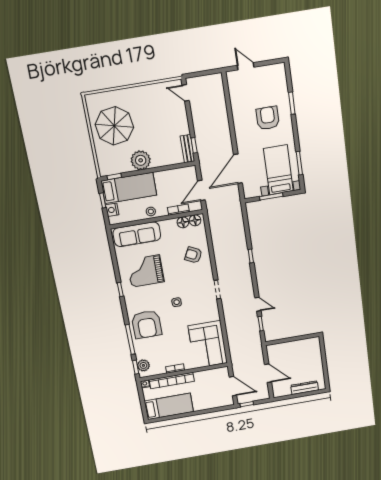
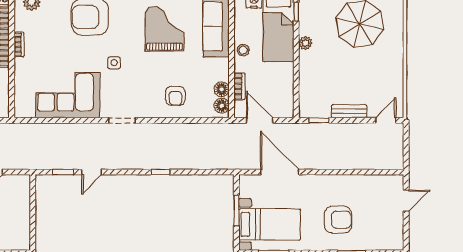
bench: (187, 149) -> (349, 111), moved
plant: (141, 160) -> (305, 43), width x0.53, depth x0.53
armchair: (193, 255) -> (175, 96), turned 153
corner sofa: (208, 344) -> (68, 95), moved

